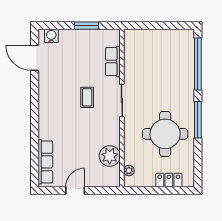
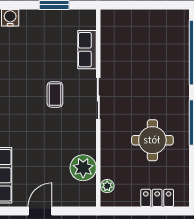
round table: (165, 134) -> (152, 140), width x0.73, depth x0.73

